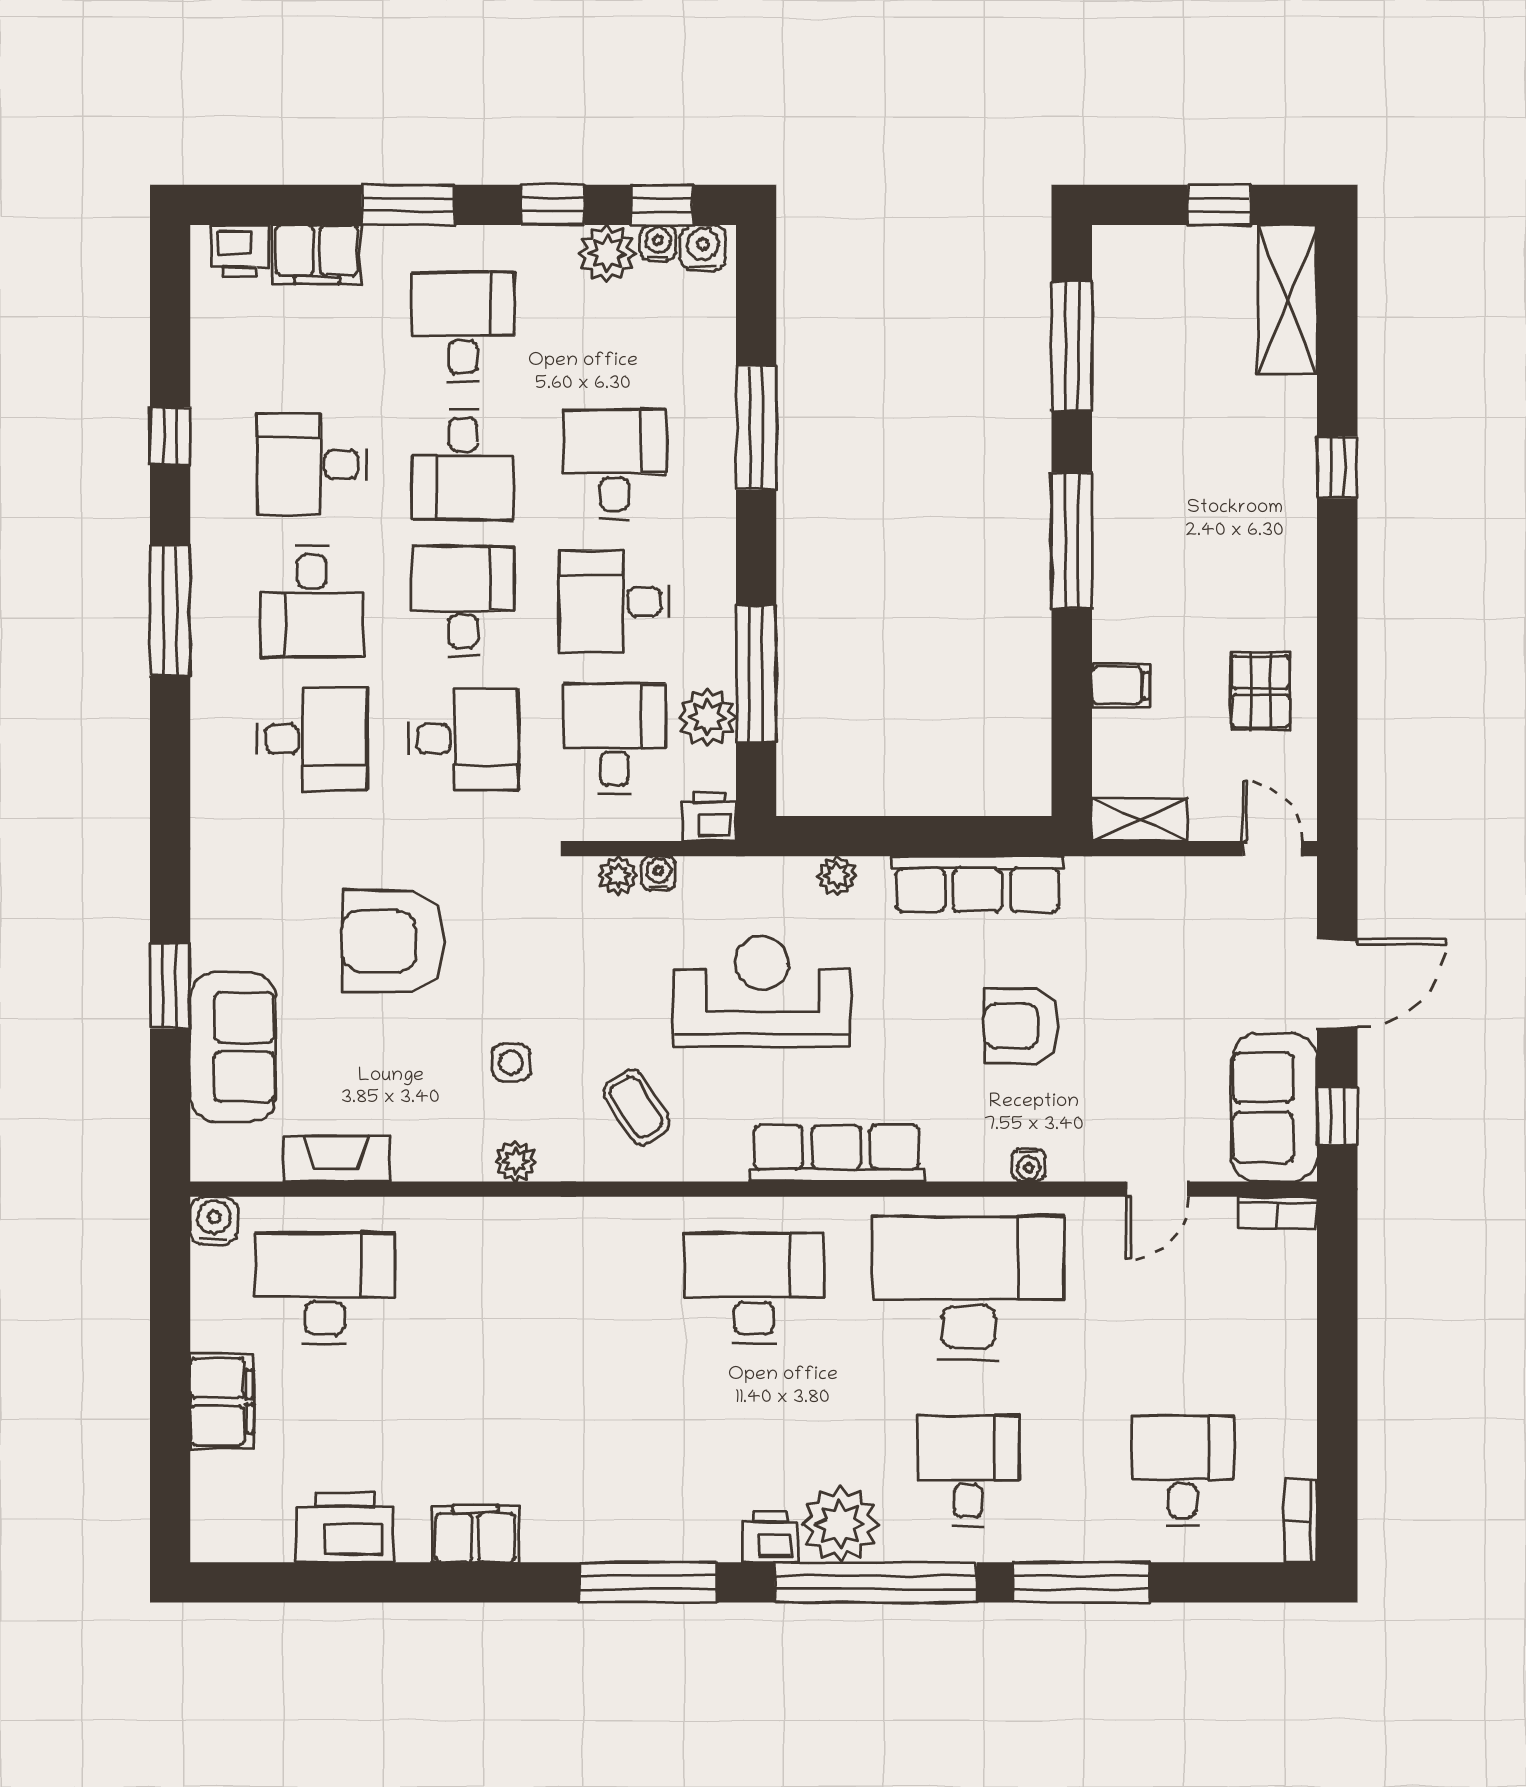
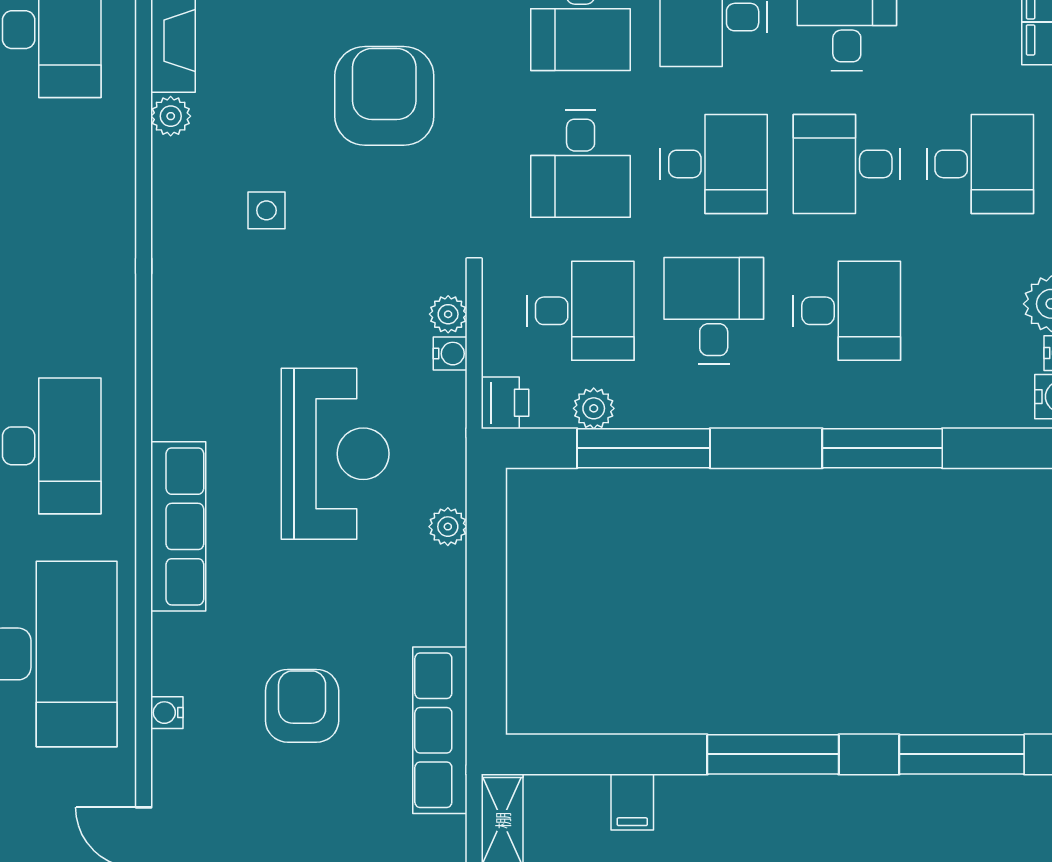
plant: (707, 717) -> (594, 408), width x0.73, depth x0.73
row of seats: (977, 884) -> (440, 730), moved
coffee table: (636, 1107) -> (223, 332), removed
plant: (516, 1161) -> (171, 116), moved

